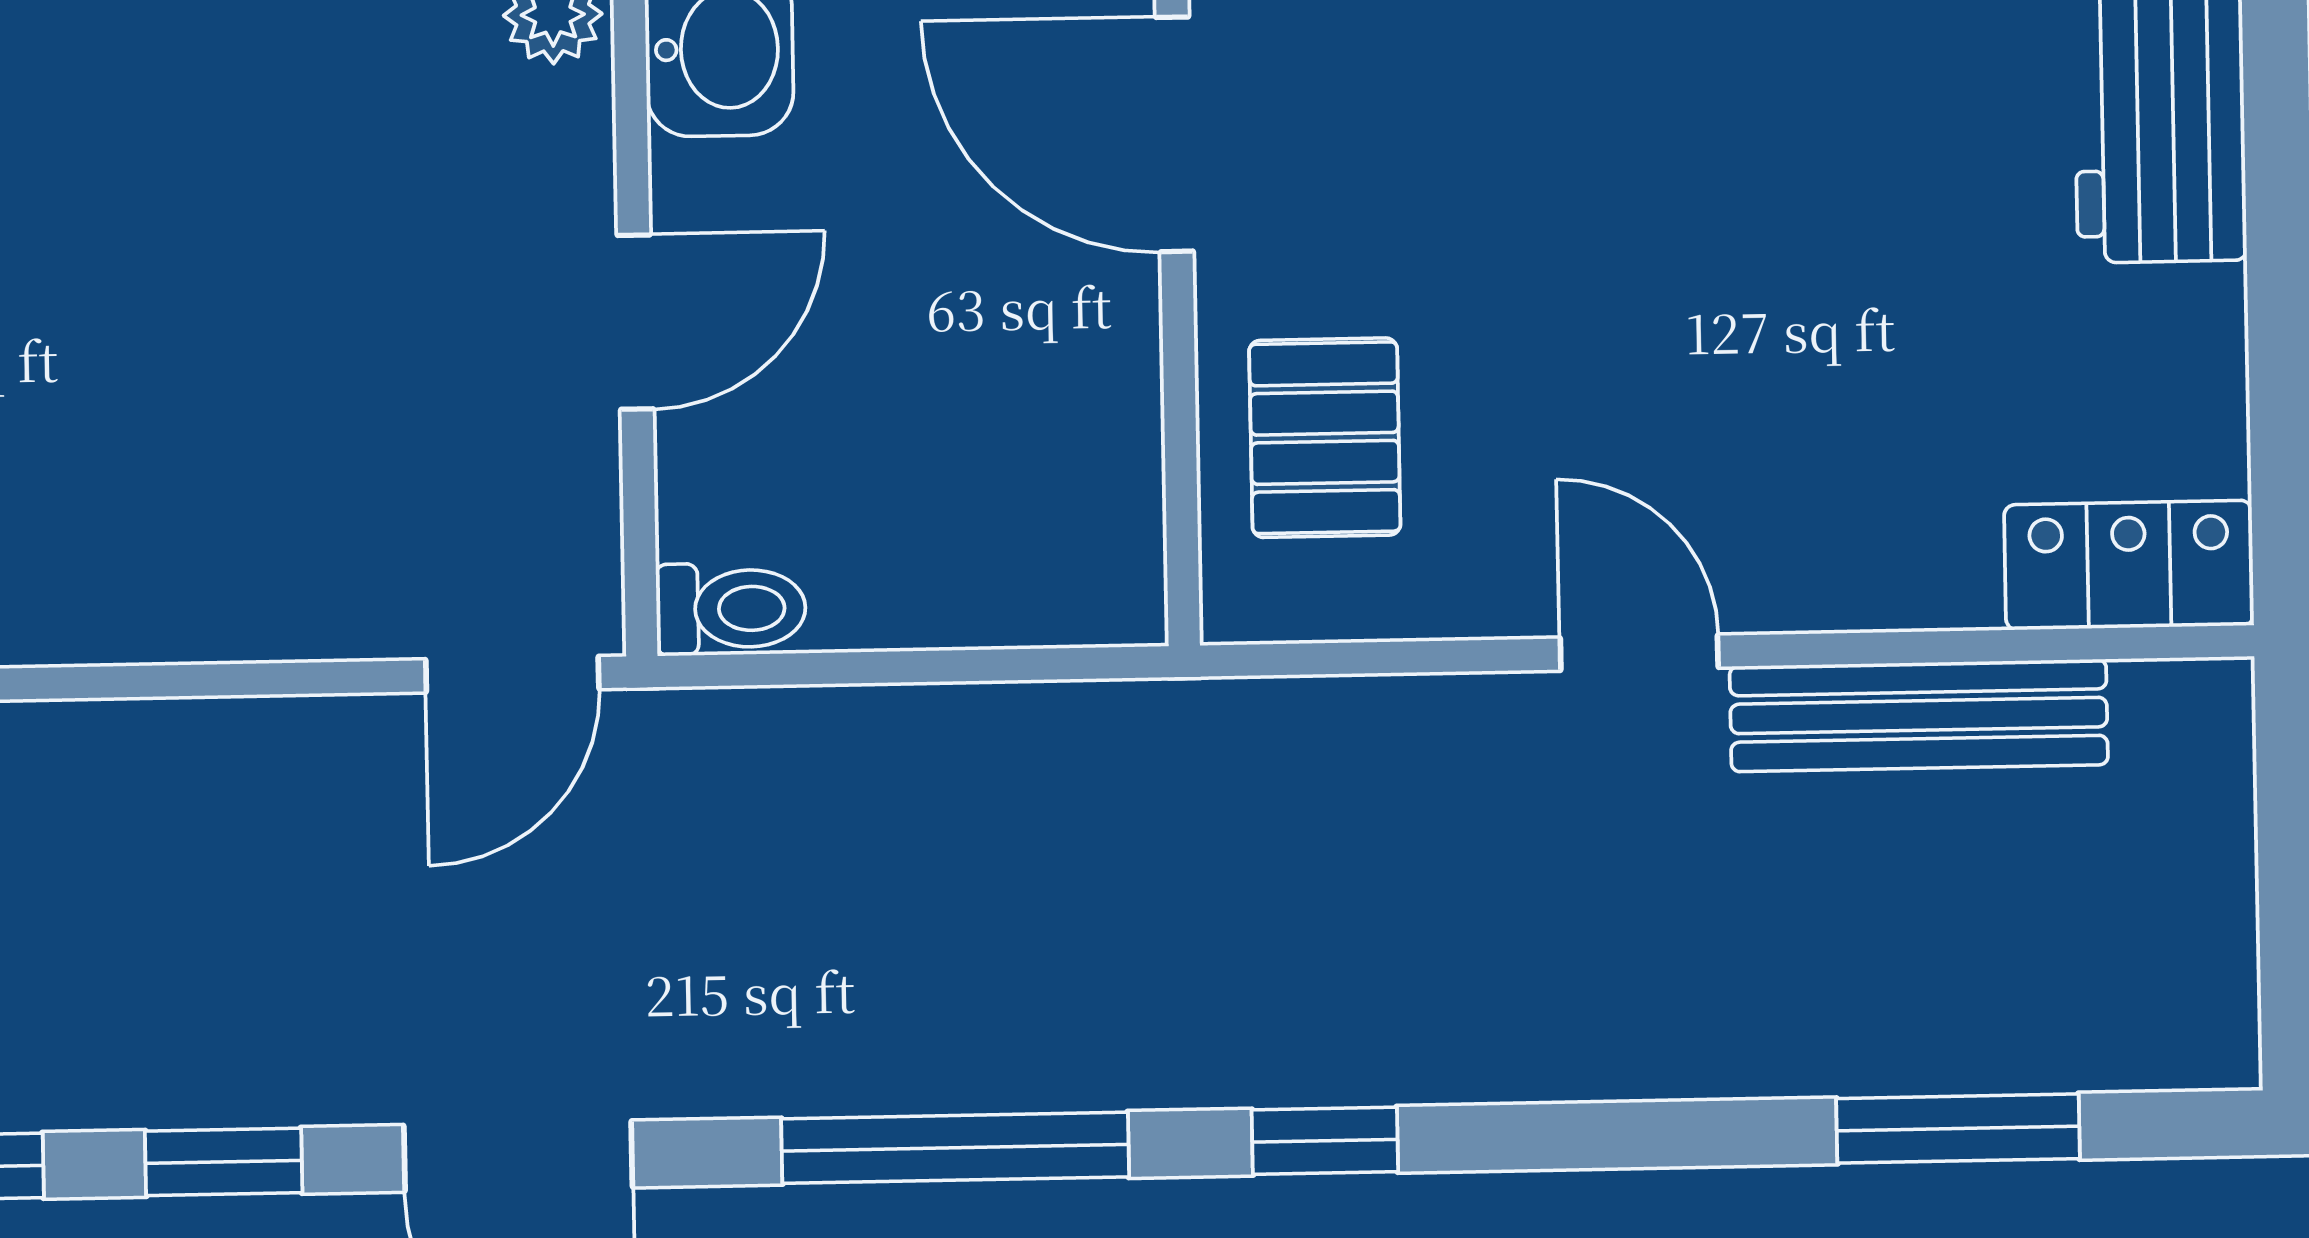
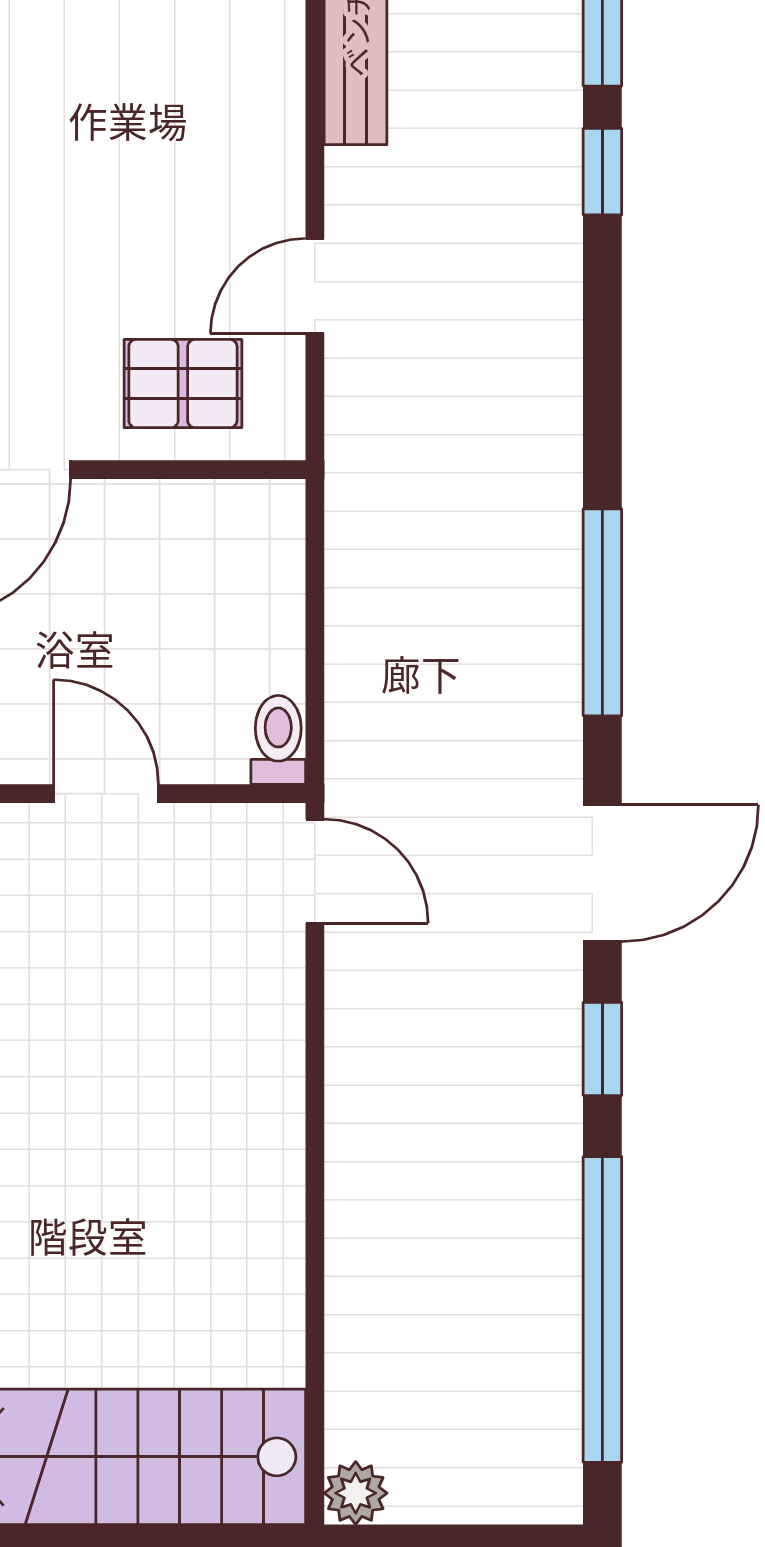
door: (1639, 653) -> (315, 286), moved
window: (1325, 1141) -> (602, 172), moved

